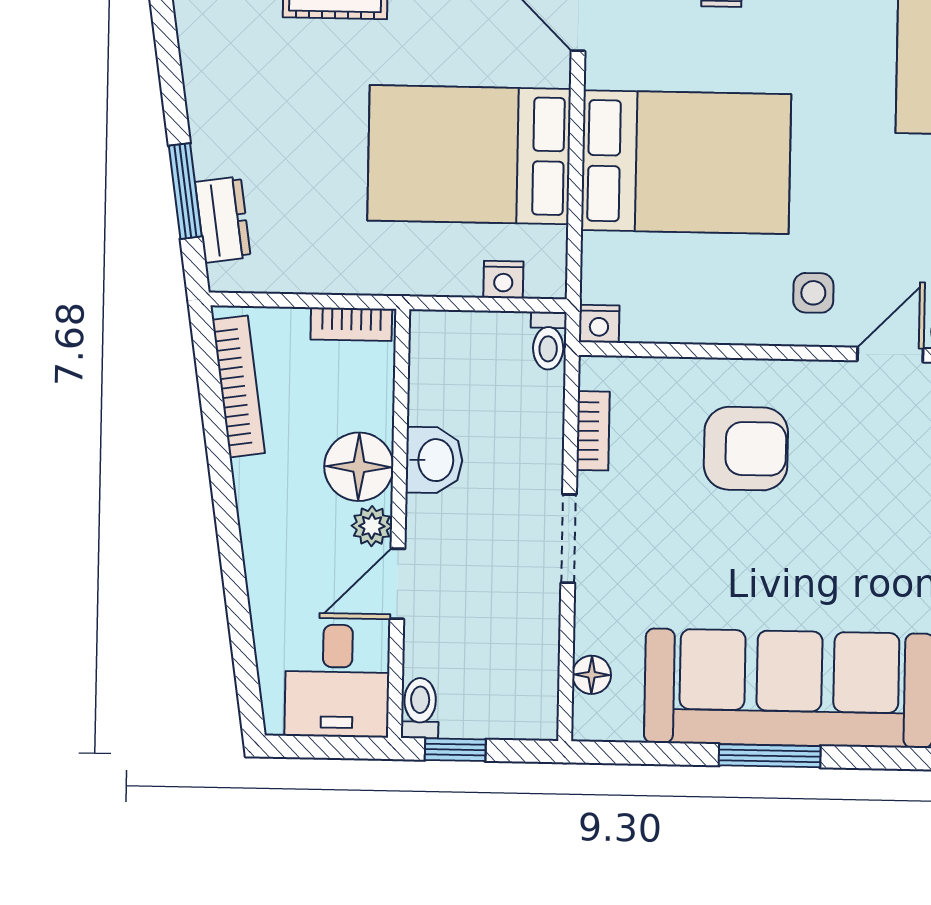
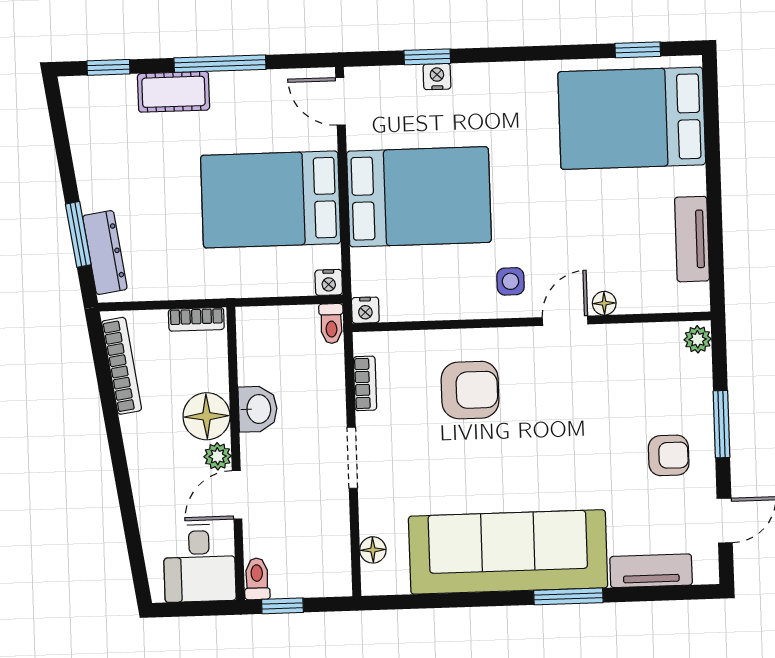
dresser: (223, 220) -> (105, 253), width x1.44
nightstand: (503, 280) -> (329, 282), moved
window: (770, 756) -> (568, 596), moved

